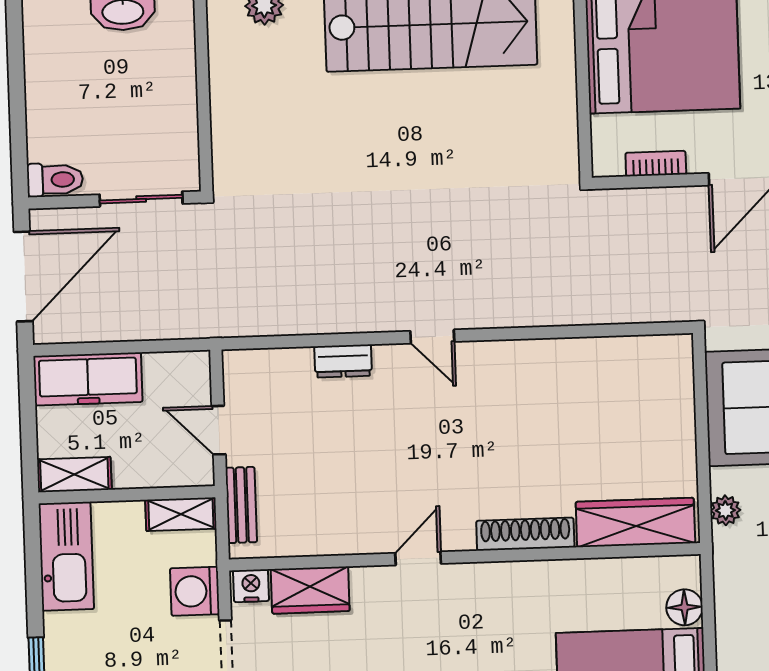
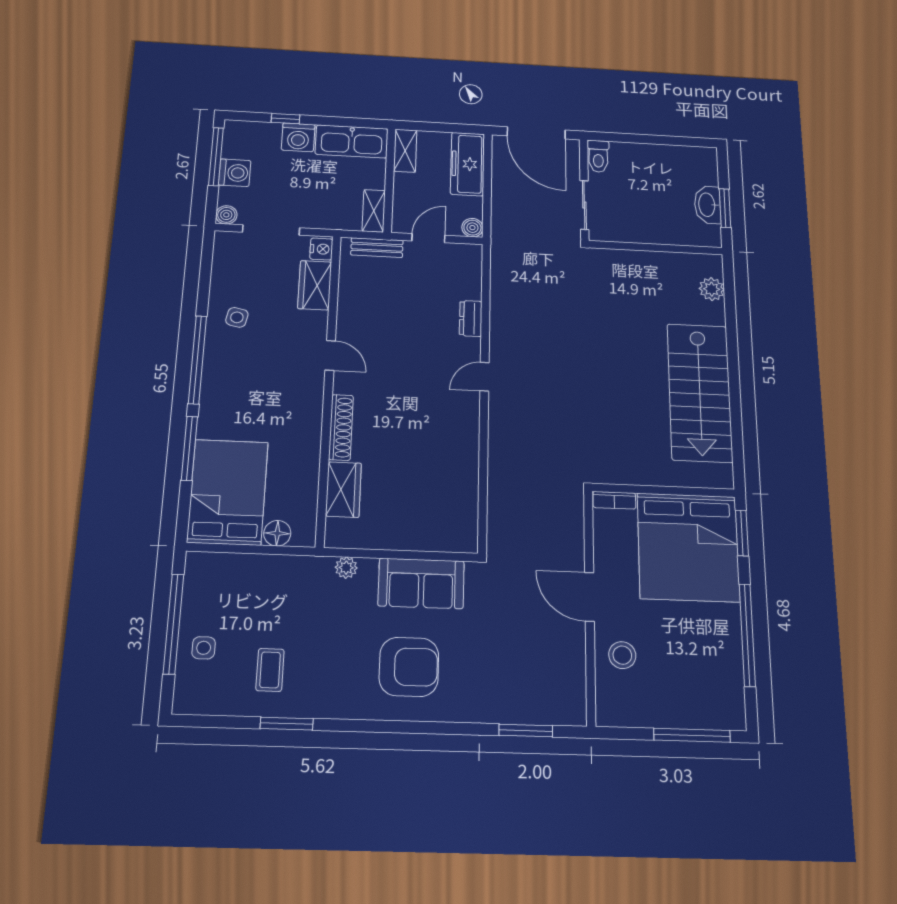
bookcase: (656, 164) -> (614, 500), moved, turned 90
boiler: (195, 366) -> (472, 228), added
wardrobe: (635, 522) -> (343, 490), width x0.67
washing machine: (195, 591) -> (298, 137), moved, turned 180

